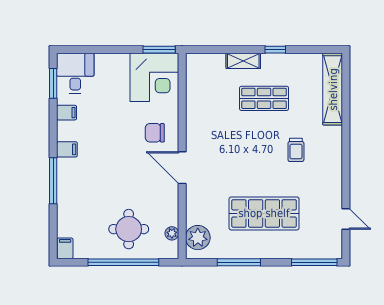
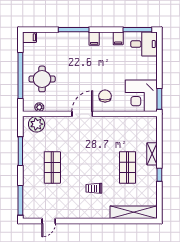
window: (53, 83) -> (137, 30), width x1.44
shop shelf: (264, 213) -> (52, 167), width x0.70, depth x0.74

